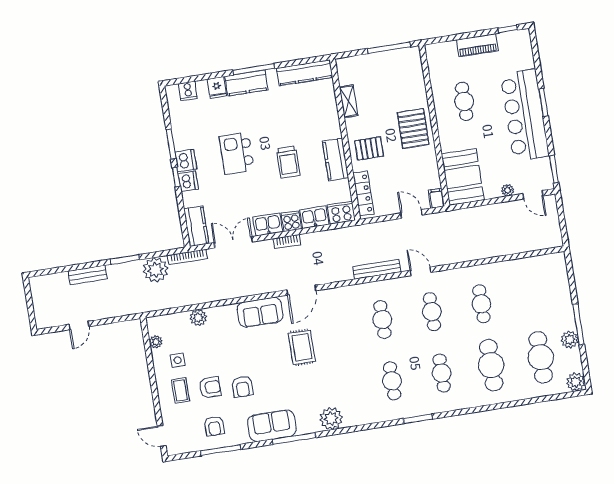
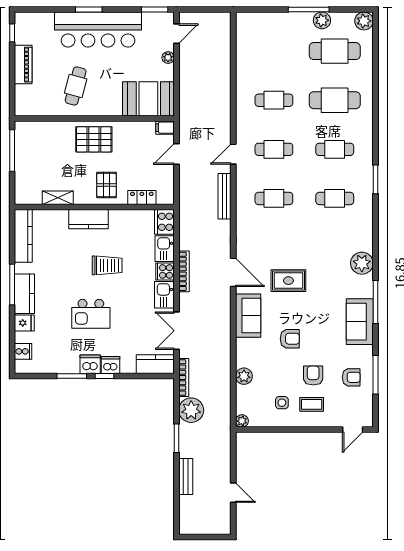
cafe table: (464, 101) -> (76, 86), turned -75
kitchen counter: (336, 159) -> (89, 219), moved
locker: (363, 194) -> (142, 197), width x0.66
bookcase: (287, 242) -> (184, 271), width x1.56
plant: (156, 342) -> (242, 421), moved
armchair: (242, 387) -> (290, 339), moved

